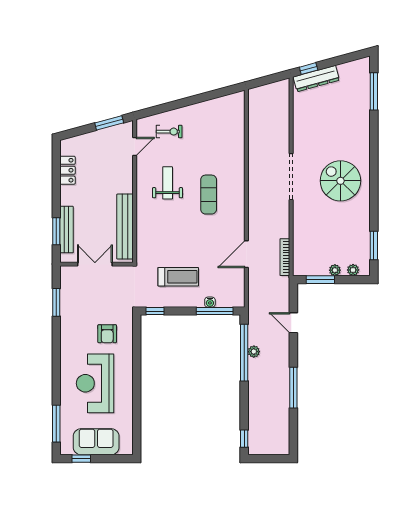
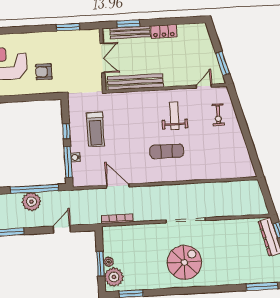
door: (135, 146) -> (204, 86), swing flipped
locker: (68, 170) -> (164, 31), moved
weight bench: (168, 183) -> (174, 116), turned -90
plant: (353, 270) -> (114, 277), width x1.88, depth x1.88
window: (320, 280) -> (100, 264), moved
window: (155, 311) -> (66, 131), moved
plant: (254, 352) -> (31, 202), width x1.88, depth x1.88

